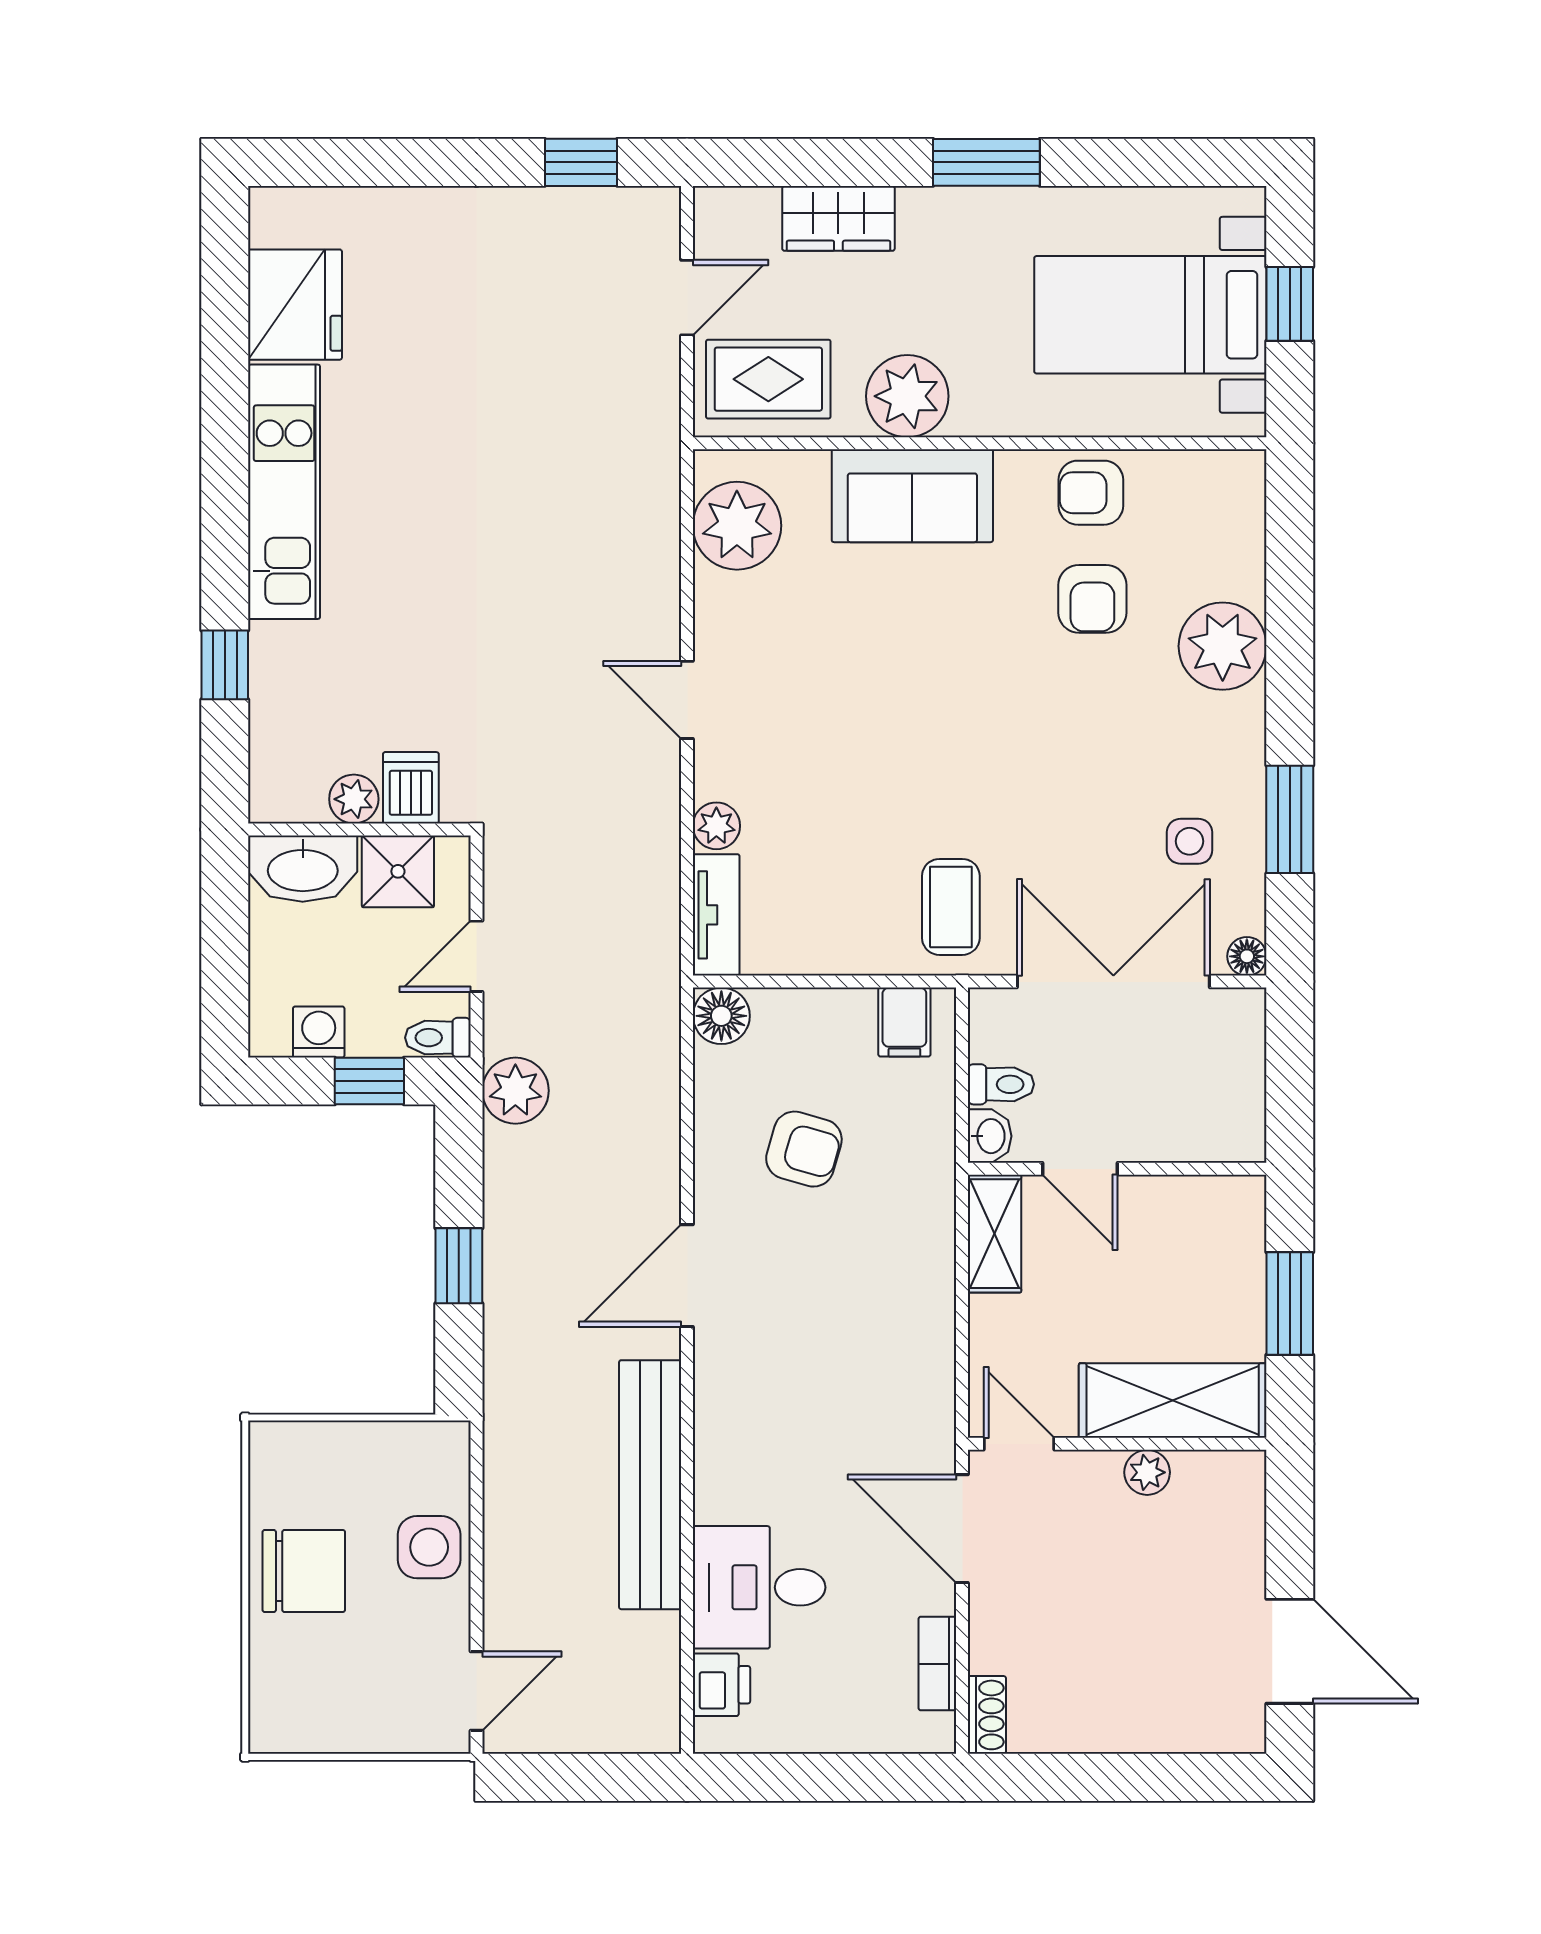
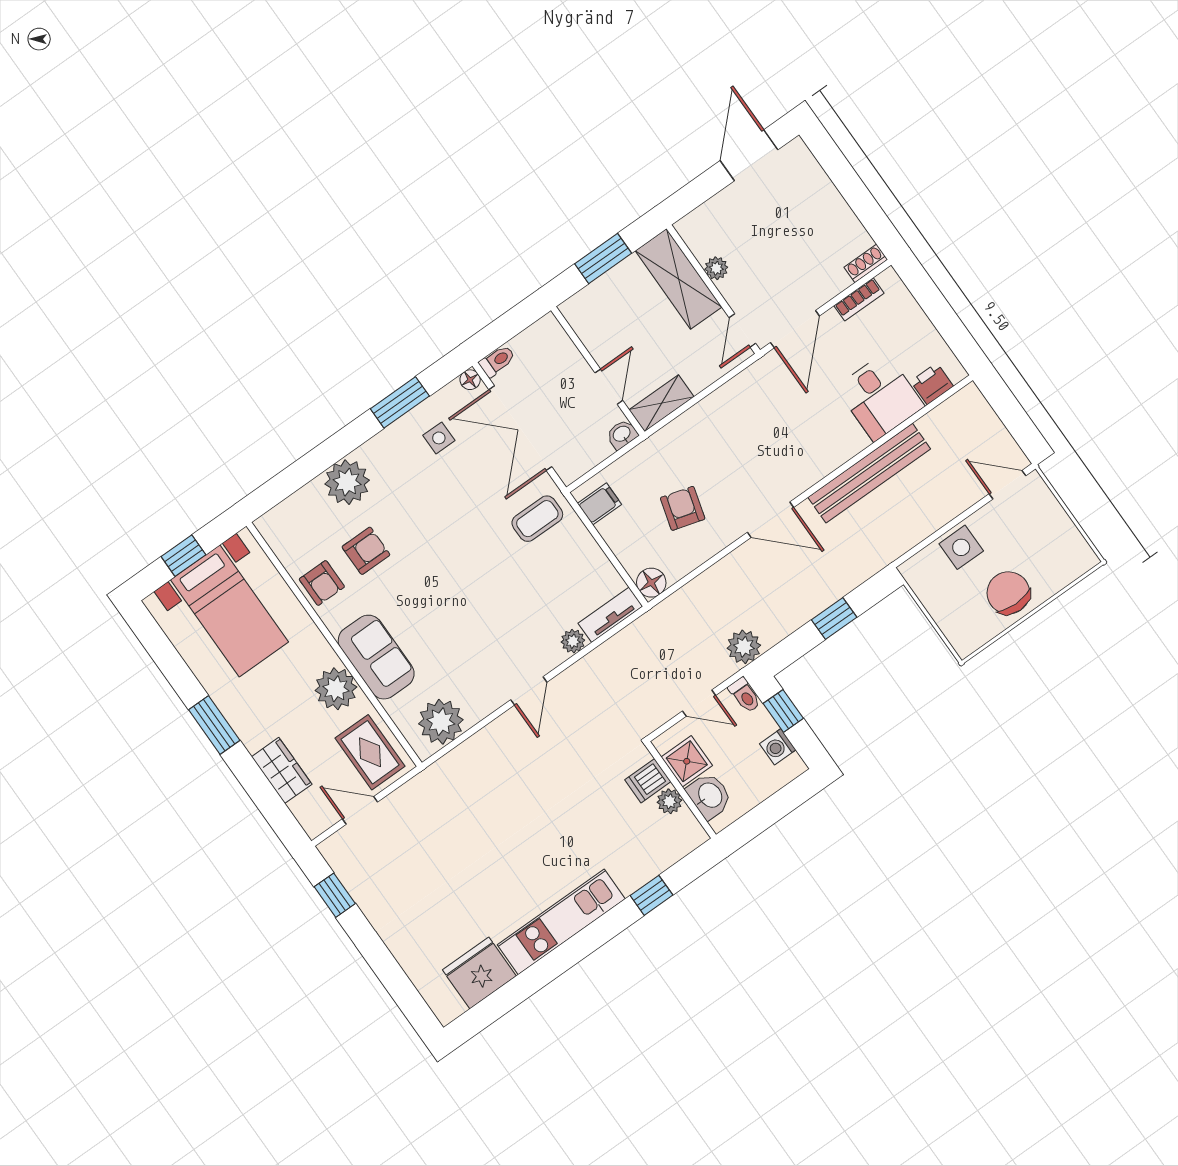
washbasin: (303, 869) -> (709, 796), width x0.72
toilet: (1001, 1084) -> (497, 361), moved, turned 90

